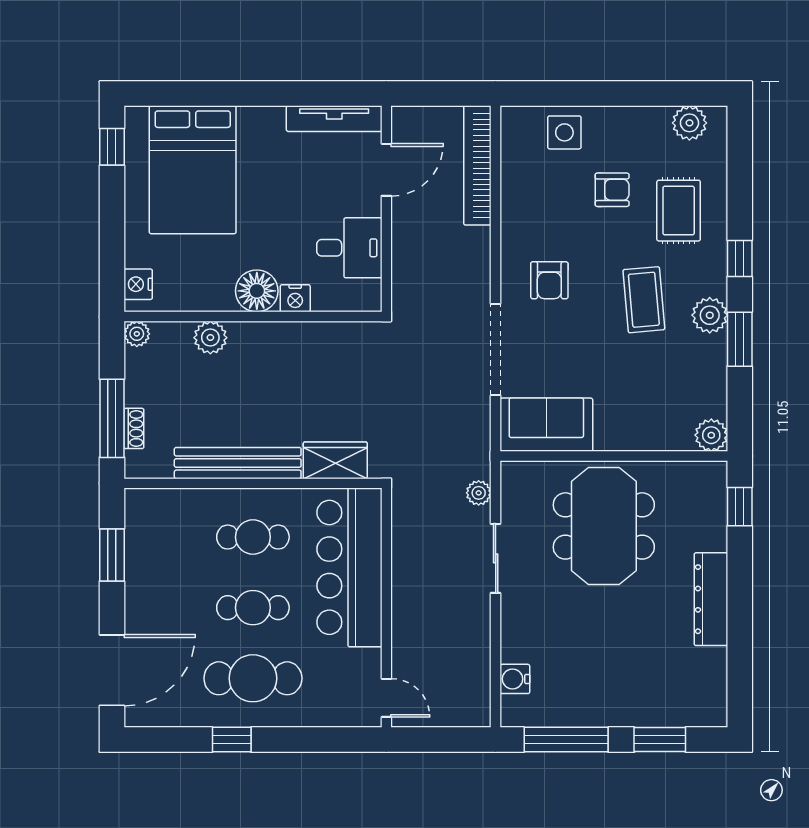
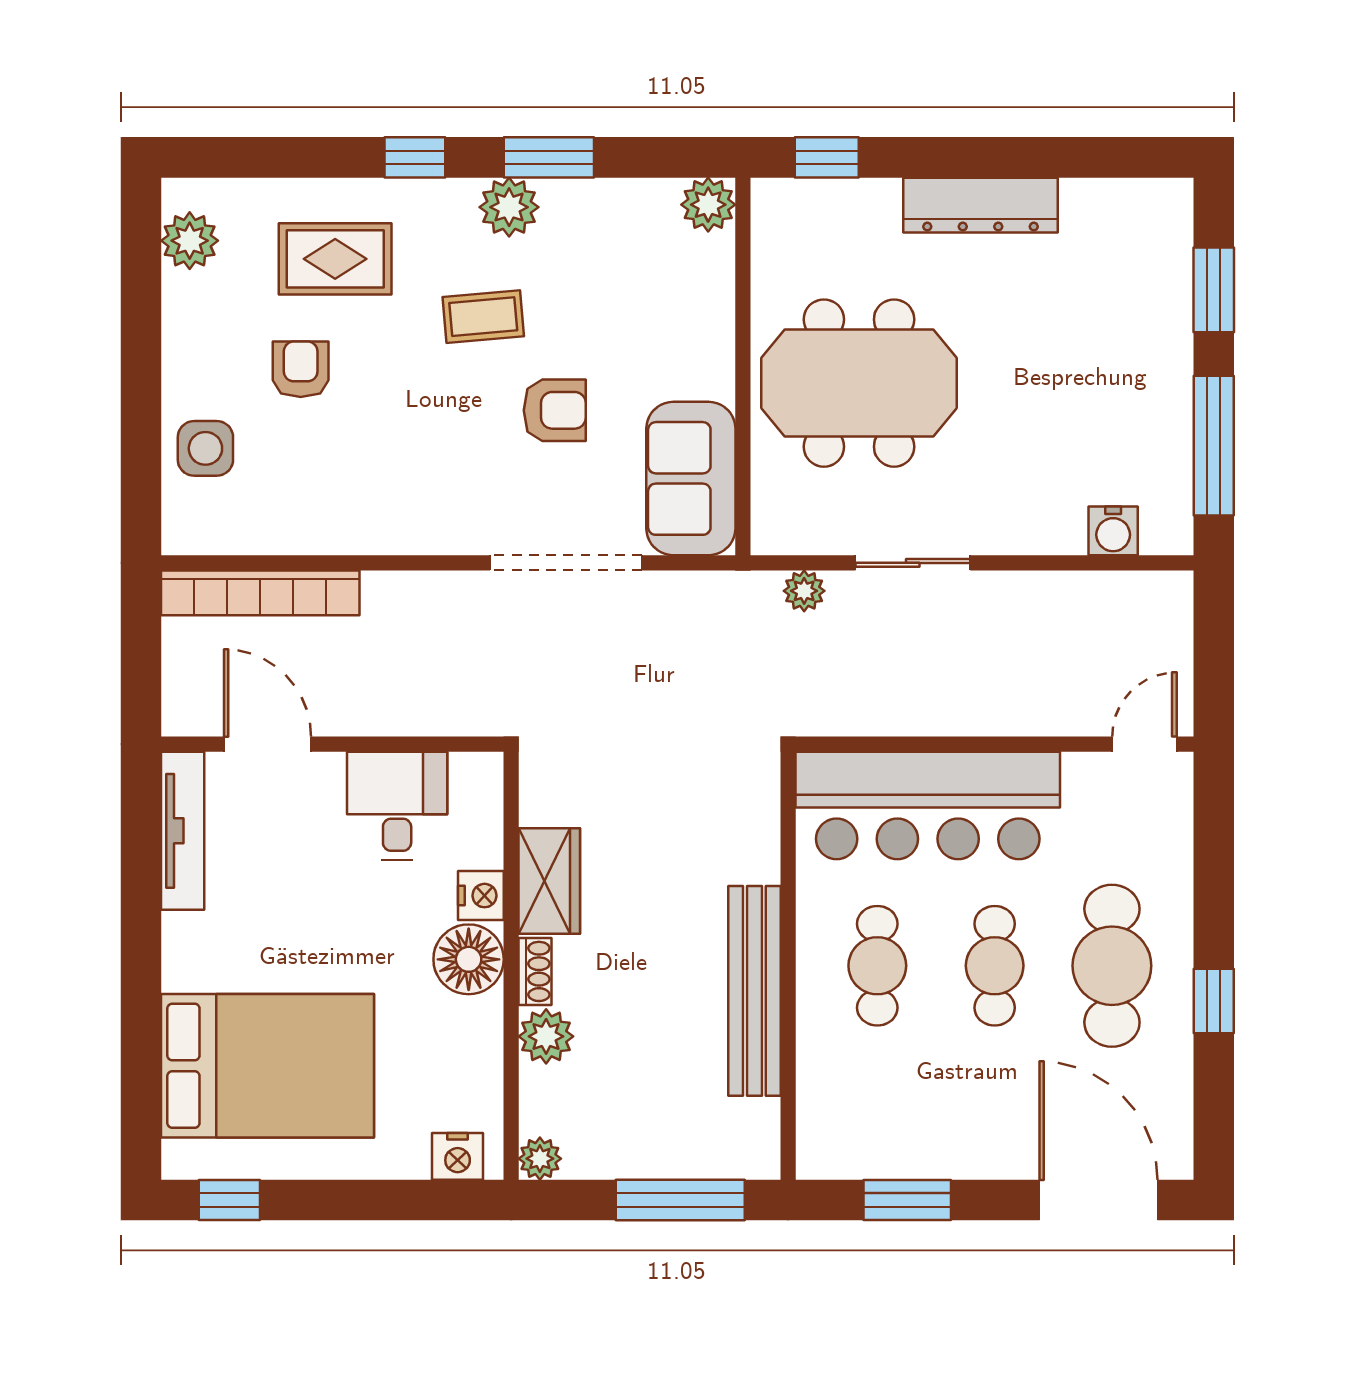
armchair: (549, 280) -> (555, 410), moved
coffee table: (644, 300) -> (483, 317), width x0.73, depth x0.77
shoe rack: (134, 428) -> (535, 971), moved, turned 90
wardrobe: (335, 460) -> (549, 881), moved, turned 180

